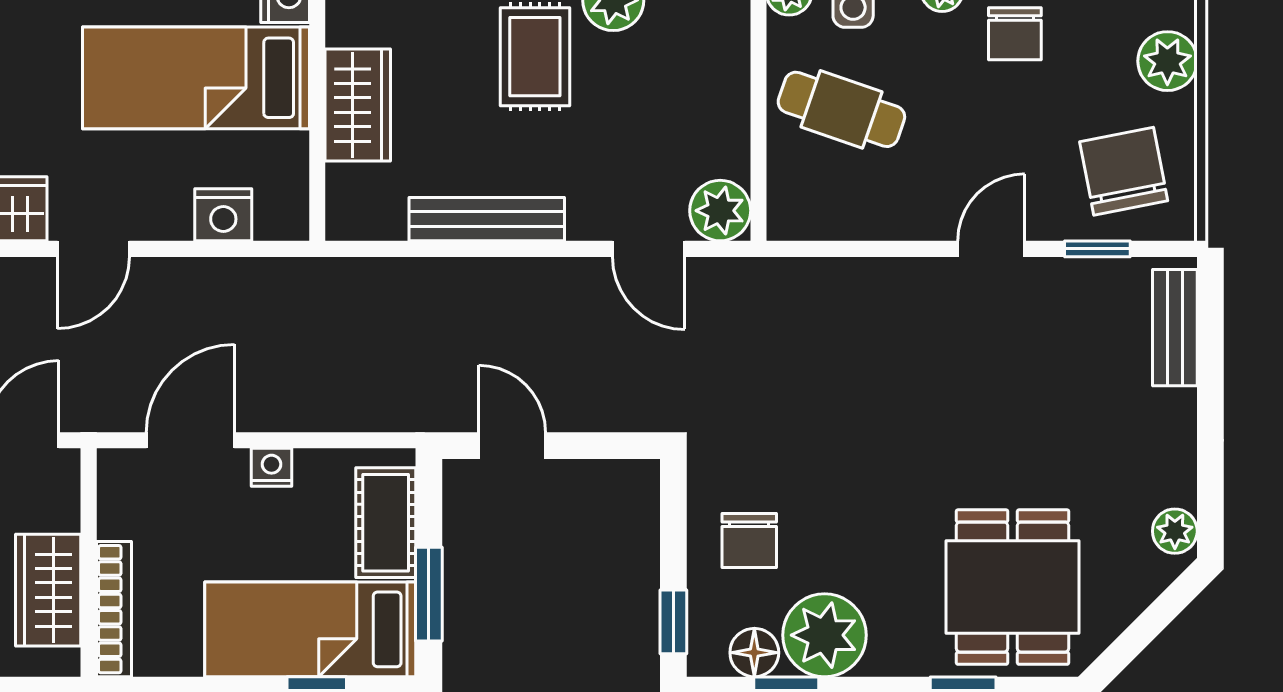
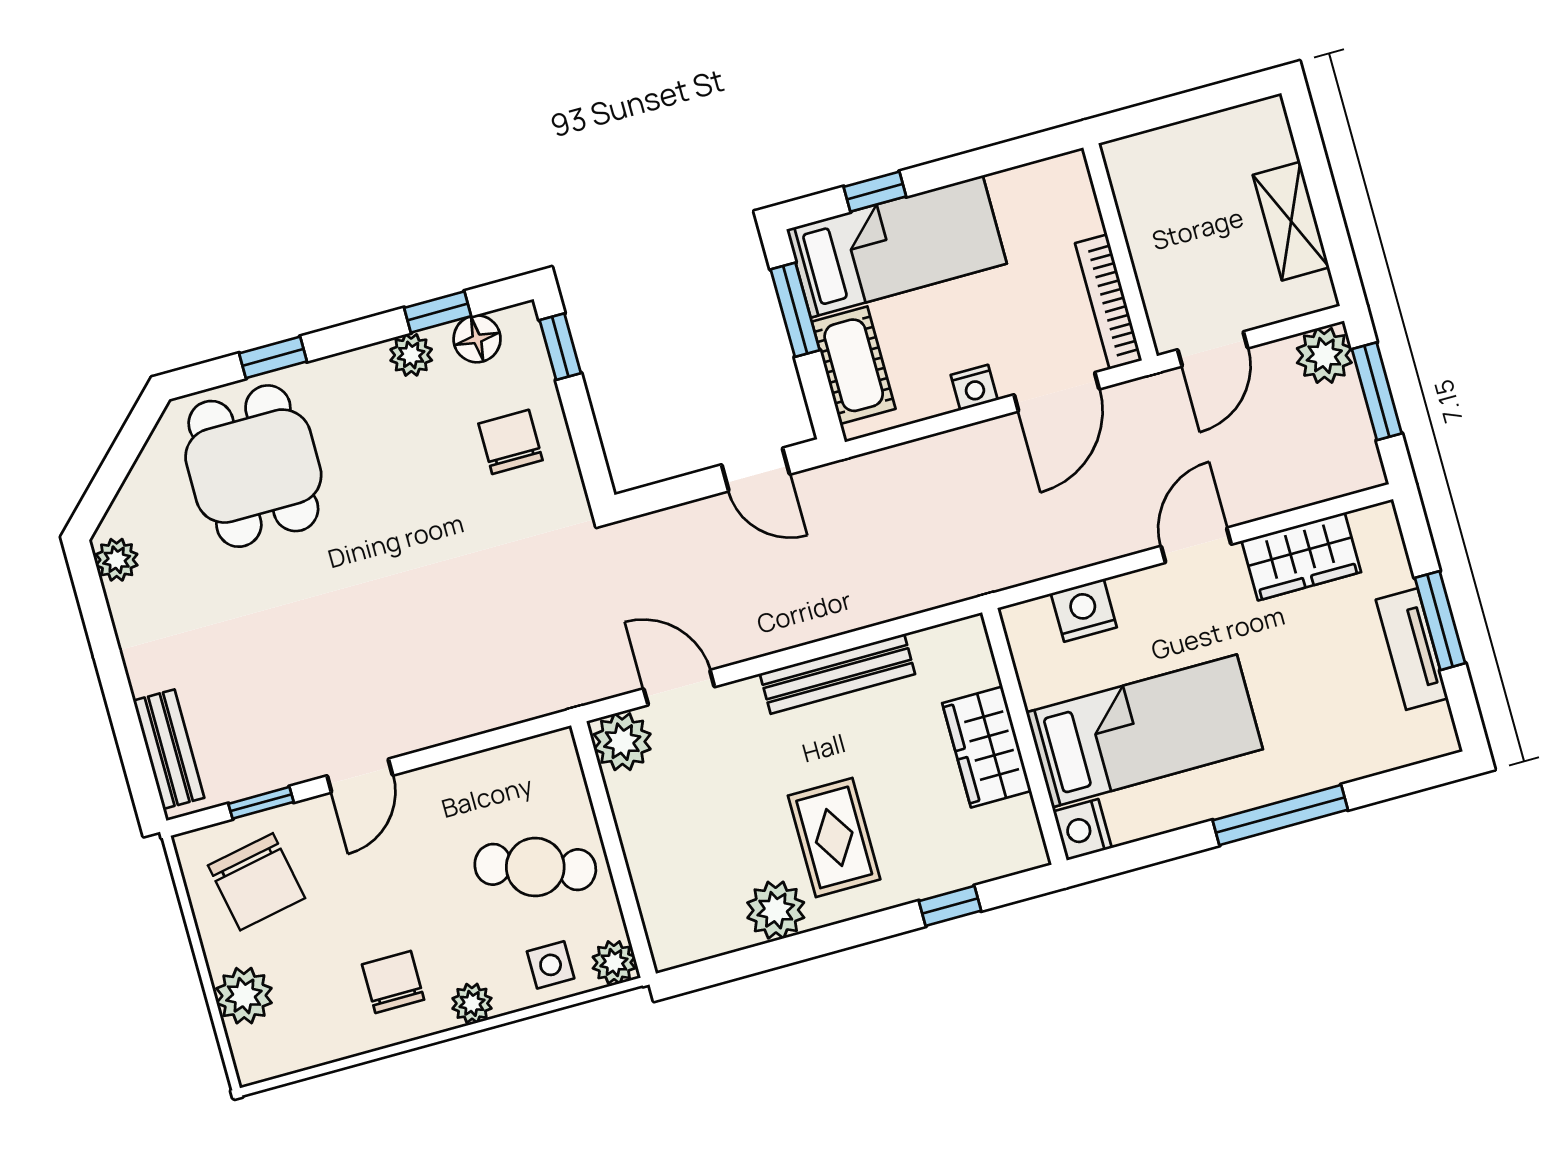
wardrobe: (48, 590) -> (1151, 216), removed
bookcase: (114, 609) -> (1108, 302), moved
plant: (825, 635) -> (411, 355), width x0.53, depth x0.53

